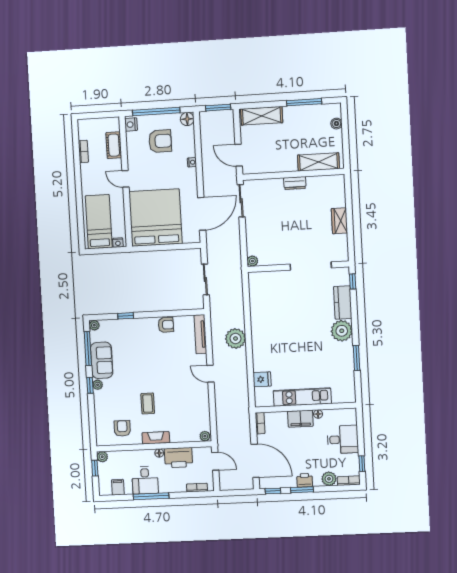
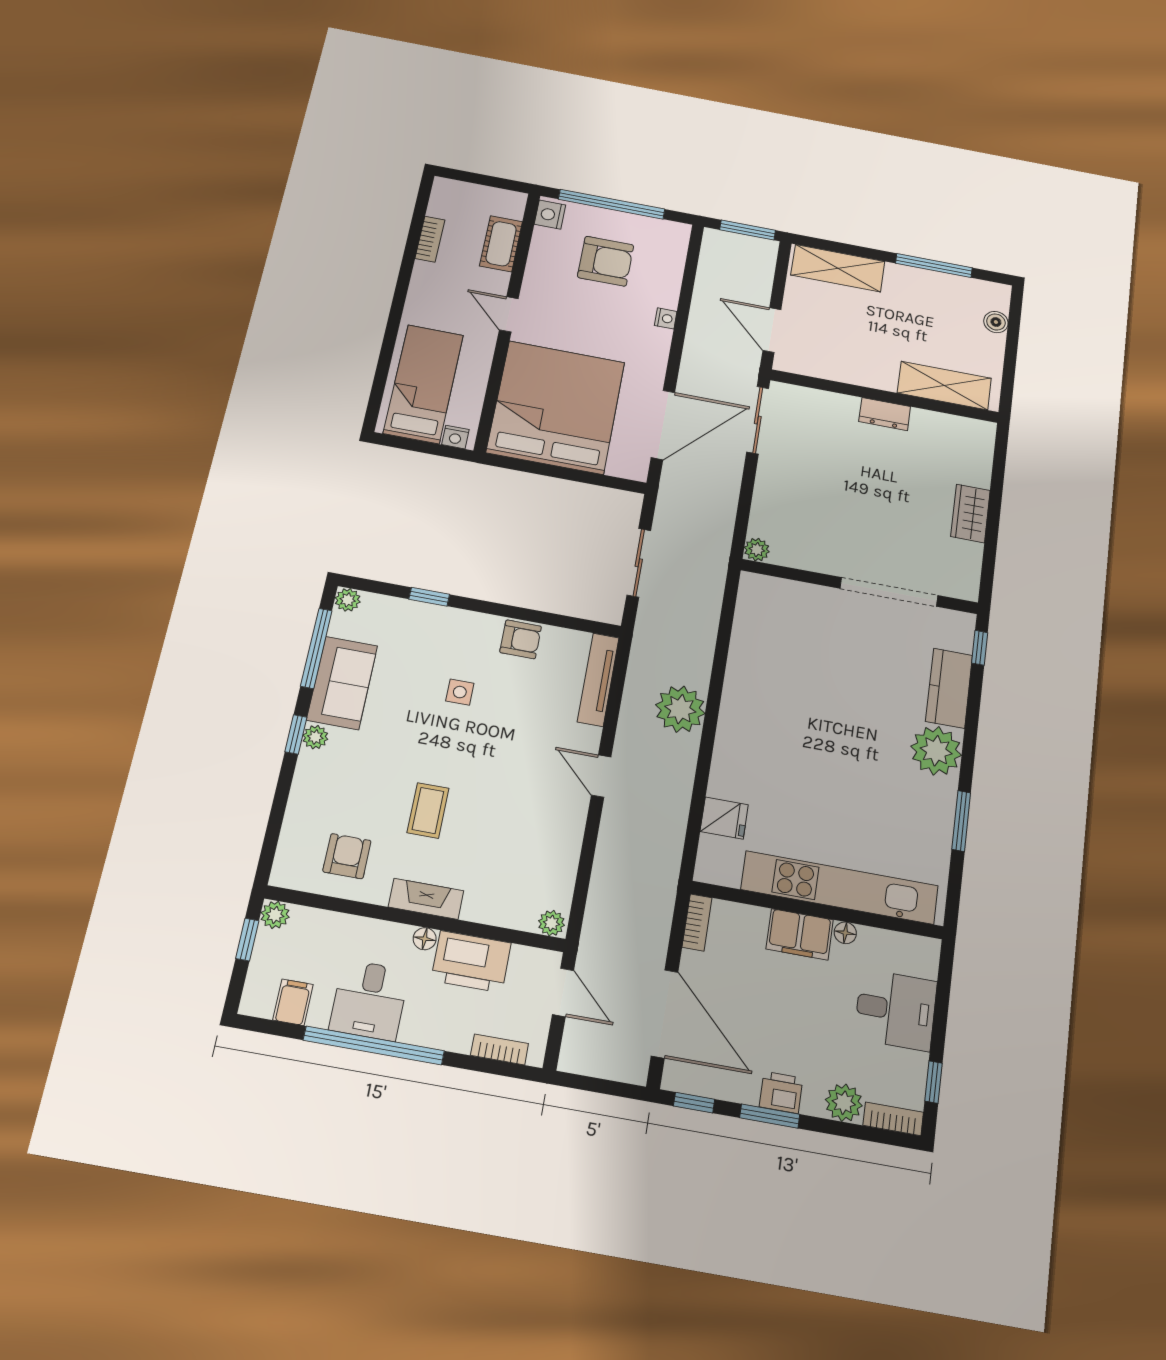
floor lamp: (187, 119) -> (675, 234), removed
side table: (148, 353) -> (460, 692), added
kitchen unit: (302, 397) -> (840, 888), width x1.36
window: (151, 496) -> (374, 1045), width x1.46

